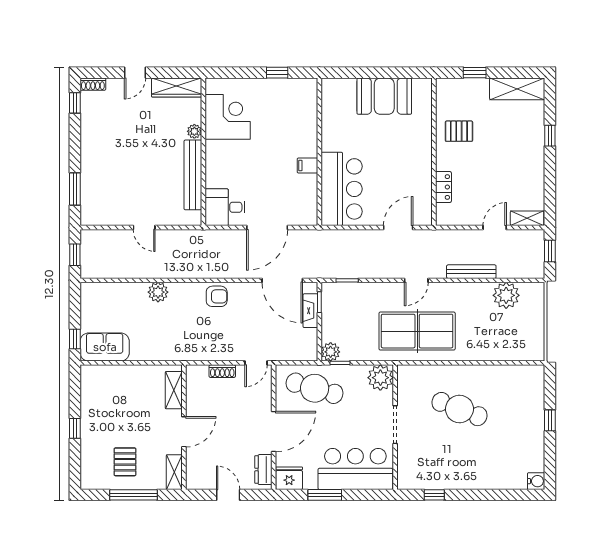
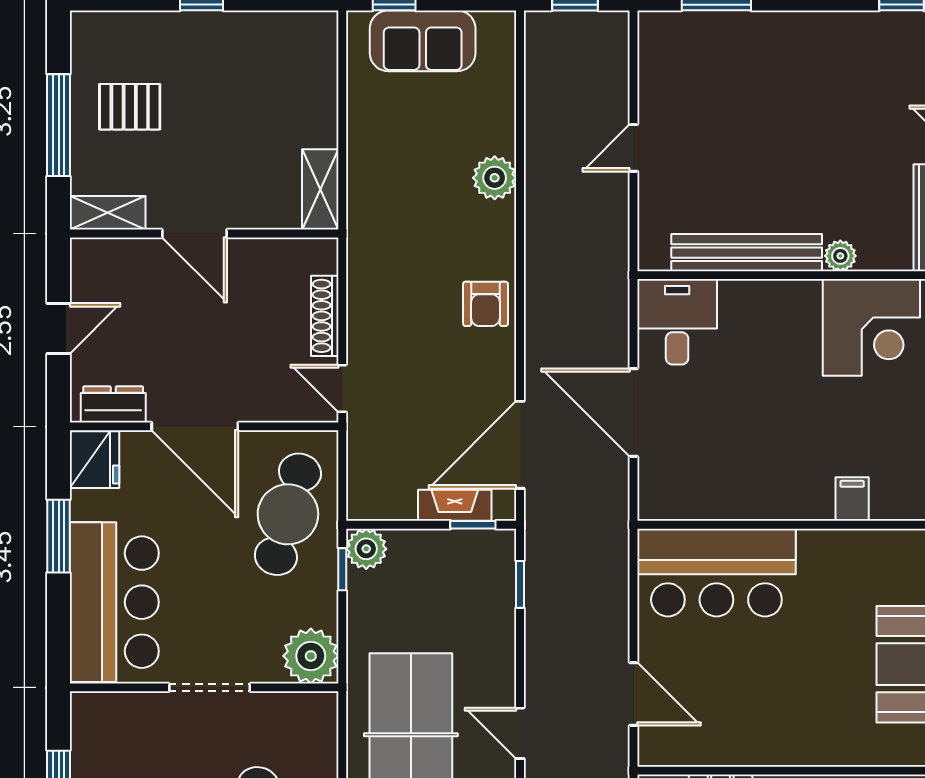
filing cabinet: (307, 166) -> (852, 499), moved
sofa: (105, 347) -> (423, 41), moved, turned 90
shoe rack: (222, 371) -> (325, 316), width x1.43
shelving: (174, 390) -> (320, 189), moved, turned 90

